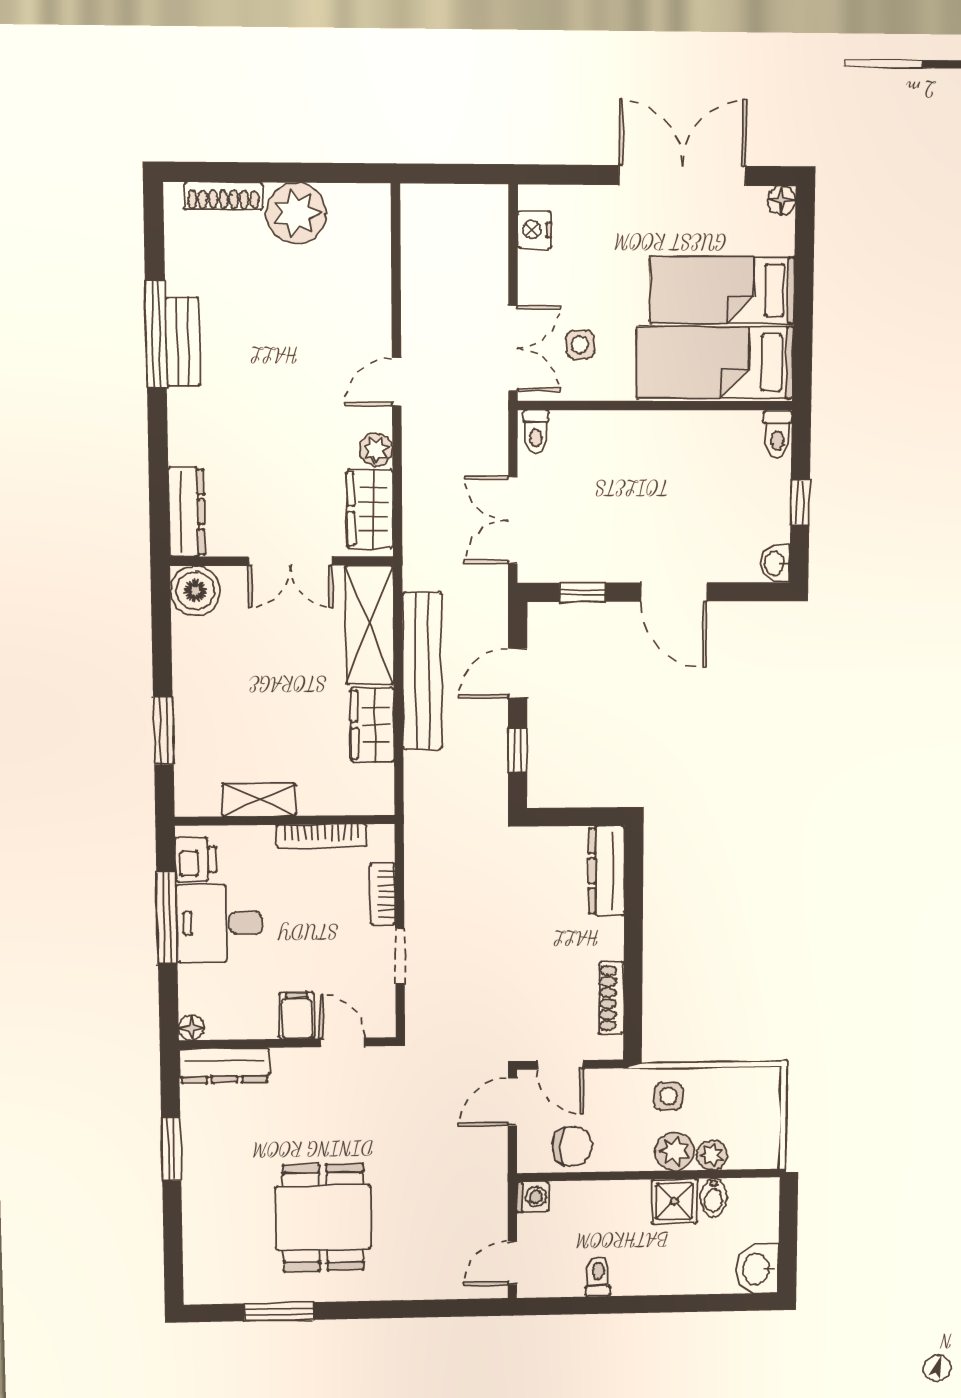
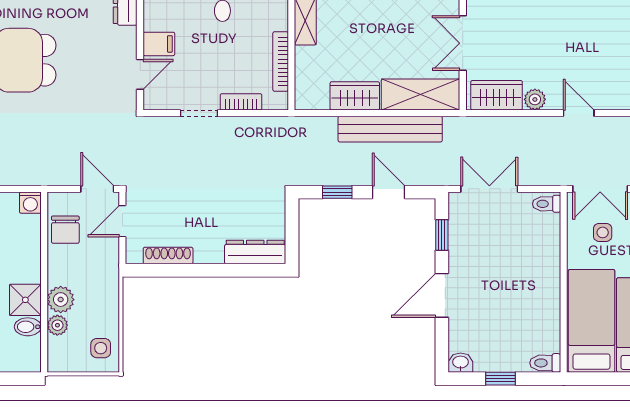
side table: (668, 1096) -> (101, 348), moved

